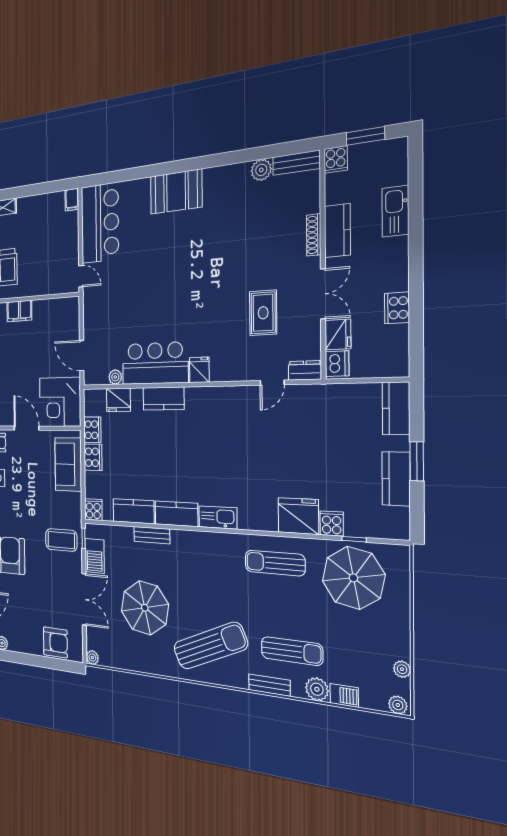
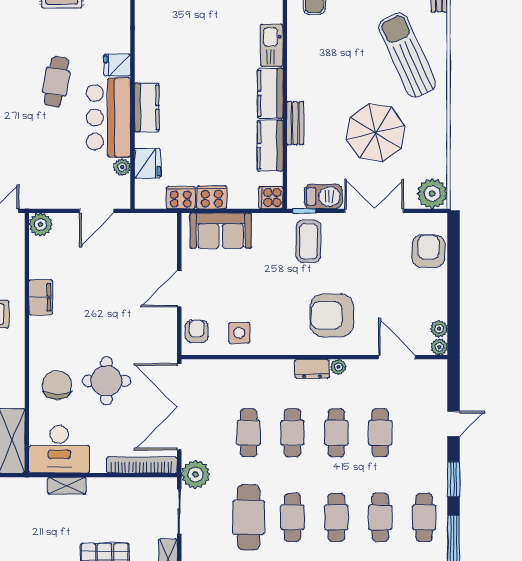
plant: (71, 307) -> (40, 225), added
cafe table: (184, 313) -> (56, 82), added
corner desk: (60, 402) -> (149, 241), removed
plant: (92, 657) -> (432, 194), width x1.87, depth x1.87

